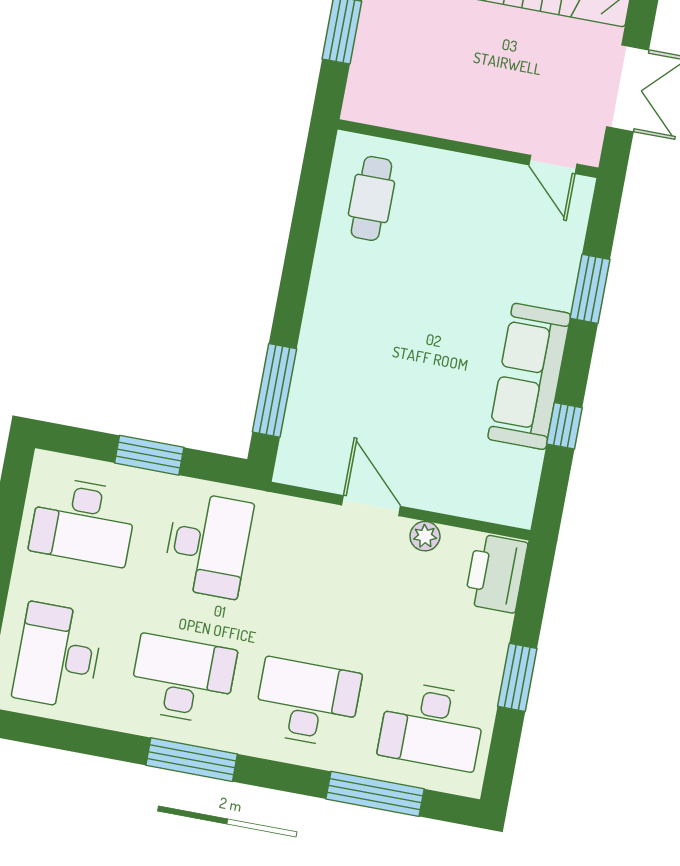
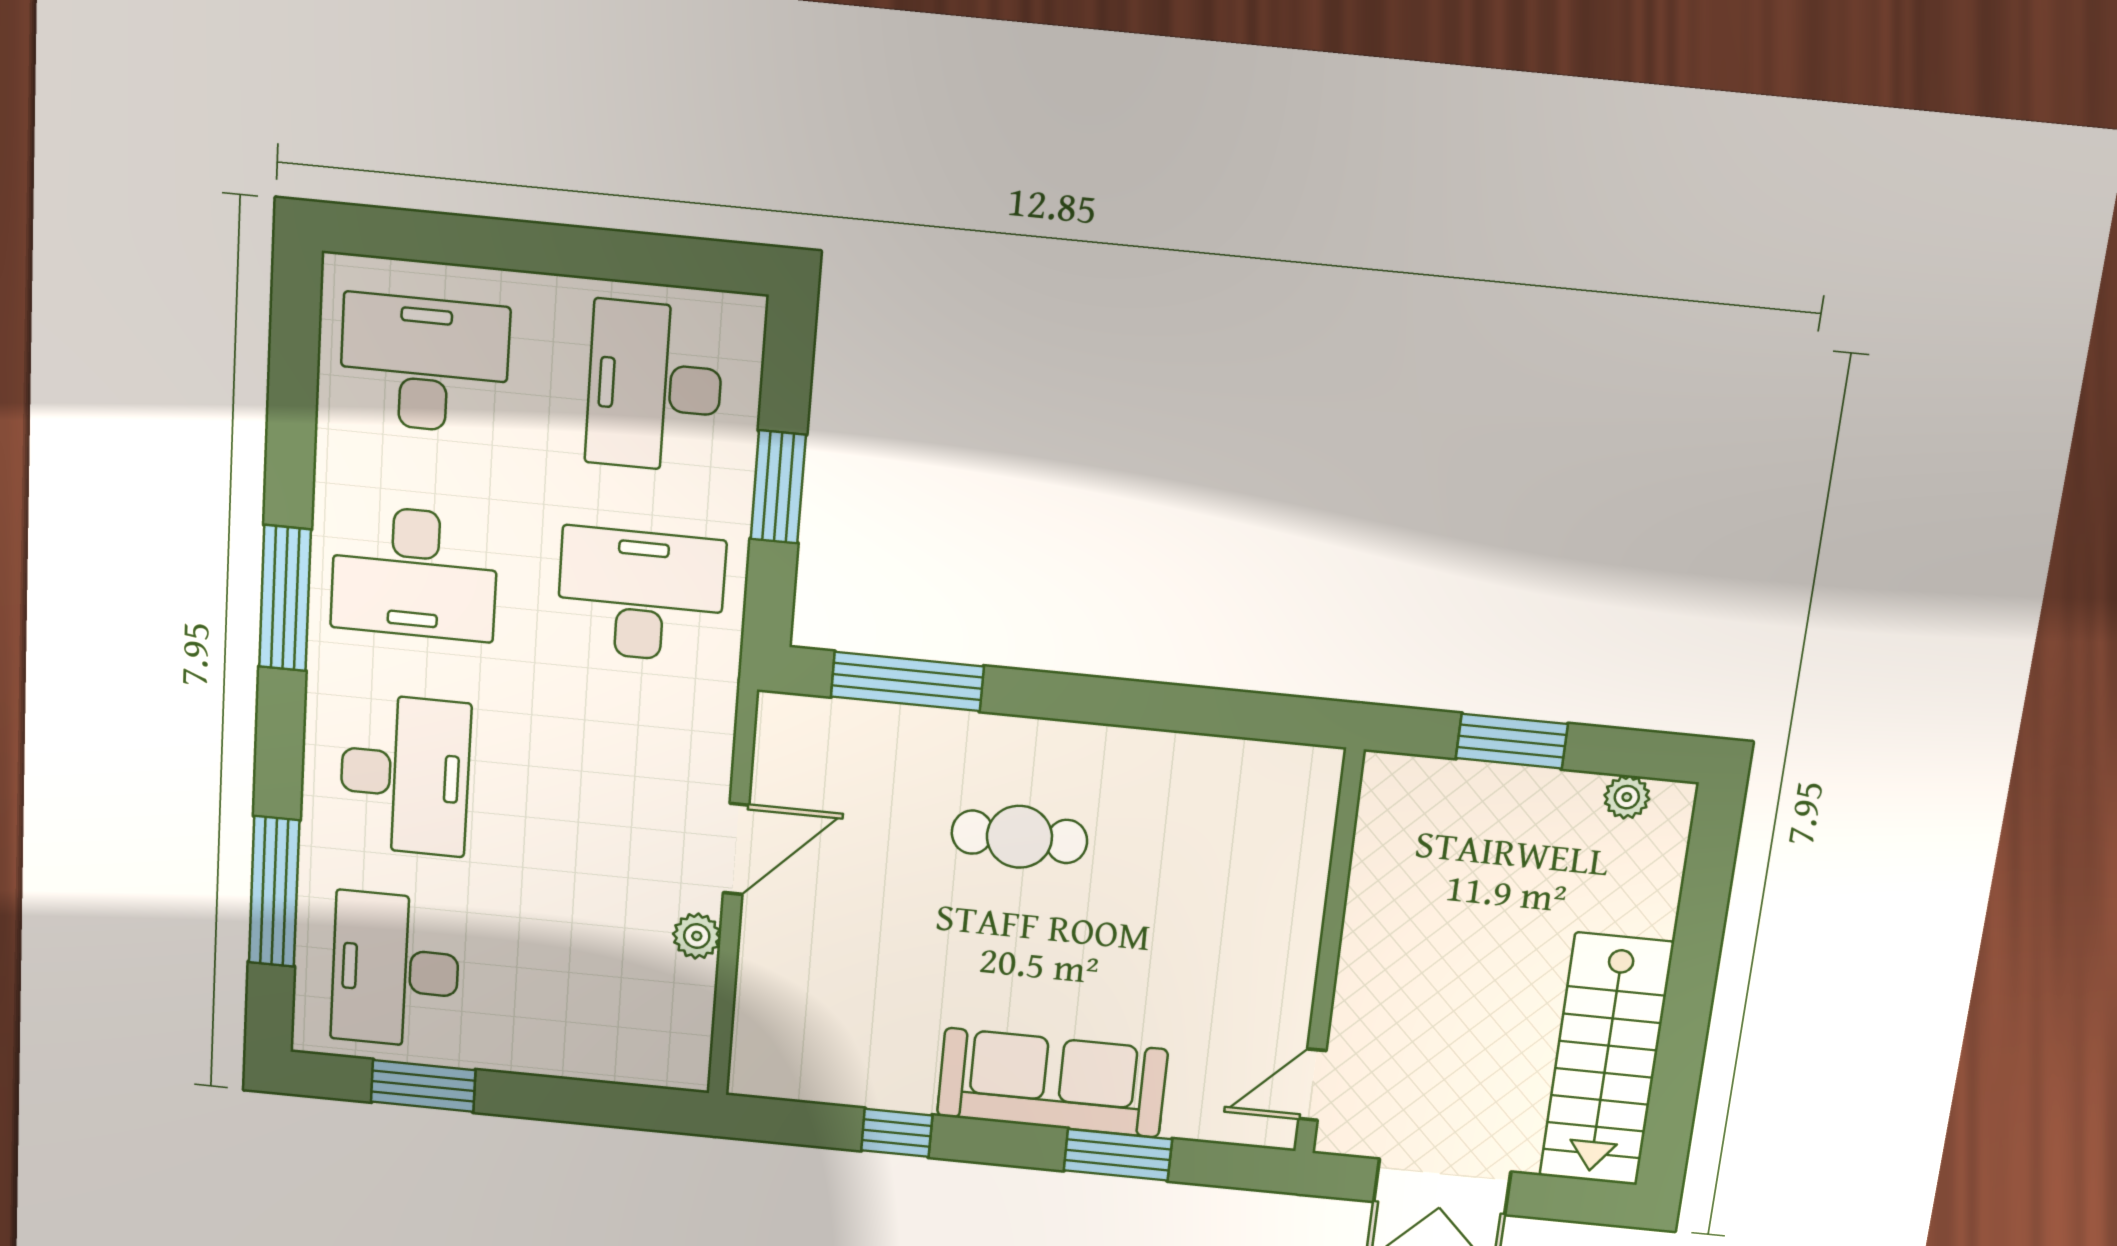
cafe table: (371, 198) -> (1019, 837), moved
sofa: (529, 376) -> (1052, 1083), moved
desk: (208, 545) -> (641, 595), turned 180
printer: (496, 573) -> (651, 1048), removed
window: (517, 677) -> (423, 1086), moved
desk: (183, 679) -> (414, 573), turned 90

